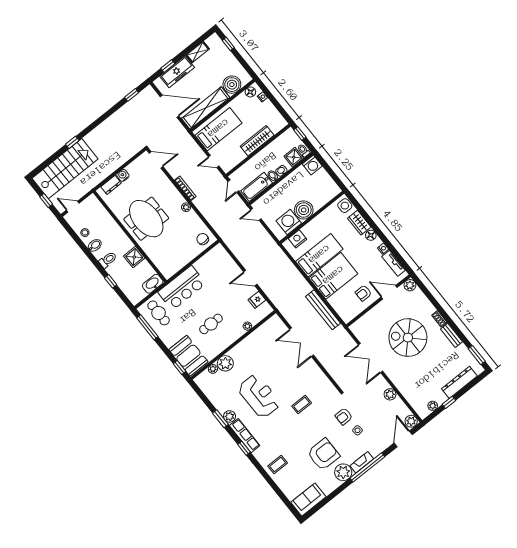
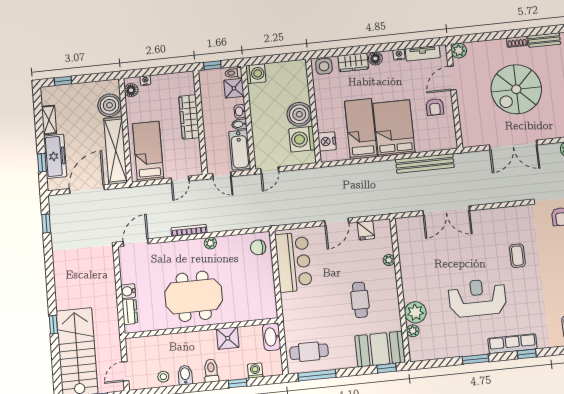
washing machine: (125, 287) -> (255, 371), added
bar counter: (182, 288) -> (293, 262), moved
plant: (230, 416) -> (479, 347), removed

